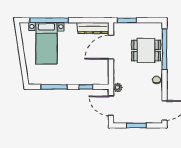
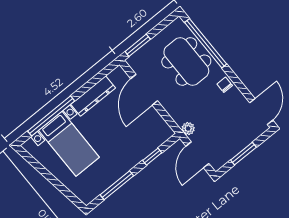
dresser: (93, 28) -> (93, 96), moved
dining table: (146, 51) -> (186, 61), width x1.38
door: (111, 106) -> (197, 155), hinge flipped

